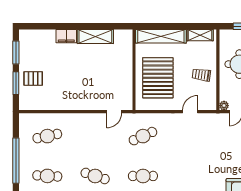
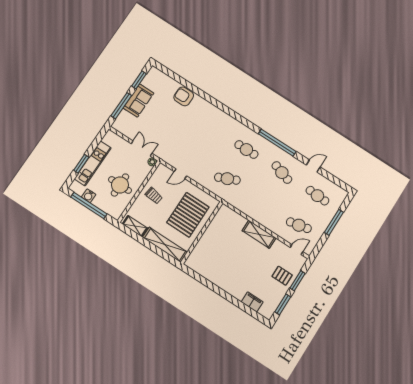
filing cabinet: (66, 36) -> (252, 302), moved
shelving: (95, 36) -> (259, 234), moved
door: (114, 112) -> (297, 250), moved
window: (16, 161) -> (334, 222), width x0.68

